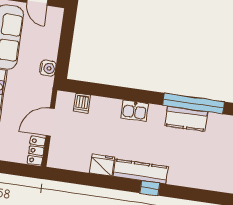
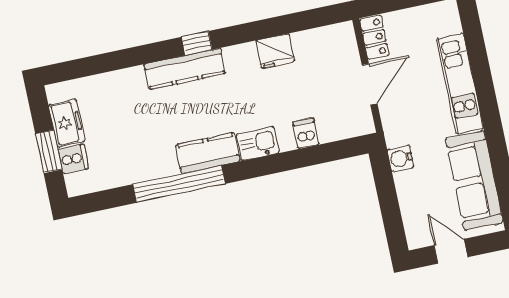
dishwasher: (82, 103) -> (306, 133), moved
kitchen counter: (186, 119) -> (208, 153), moved
kitchen counter: (141, 172) -> (185, 69), moved

